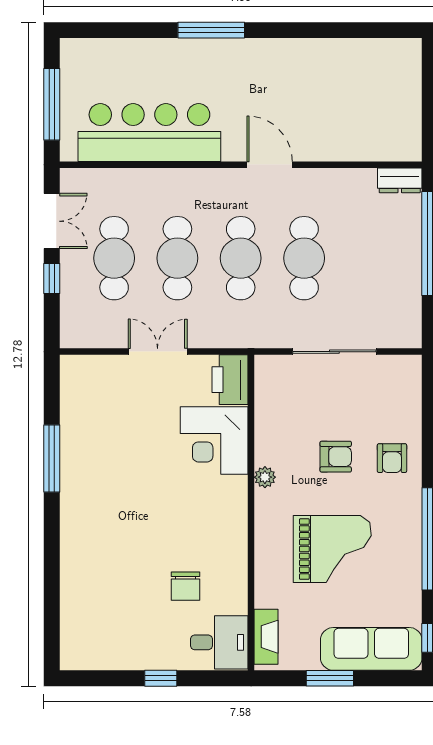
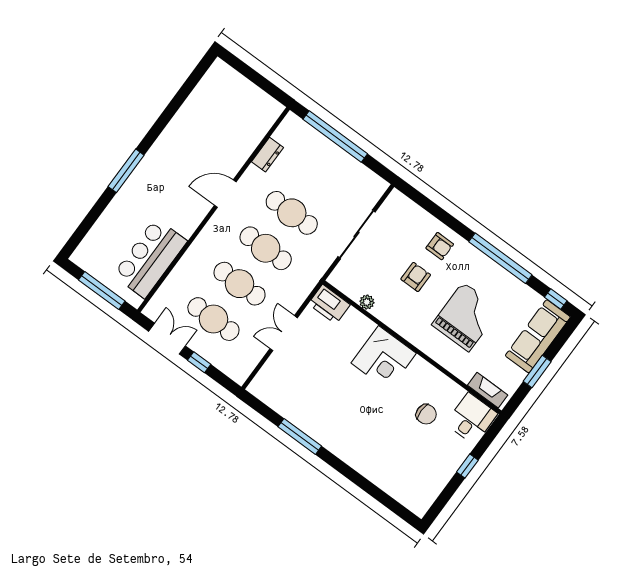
bar counter: (149, 133) -> (150, 258), width x0.73
dresser: (400, 180) -> (267, 155), moved
corner desk: (214, 440) -> (384, 358), moved
plant: (265, 477) -> (367, 302), moved

